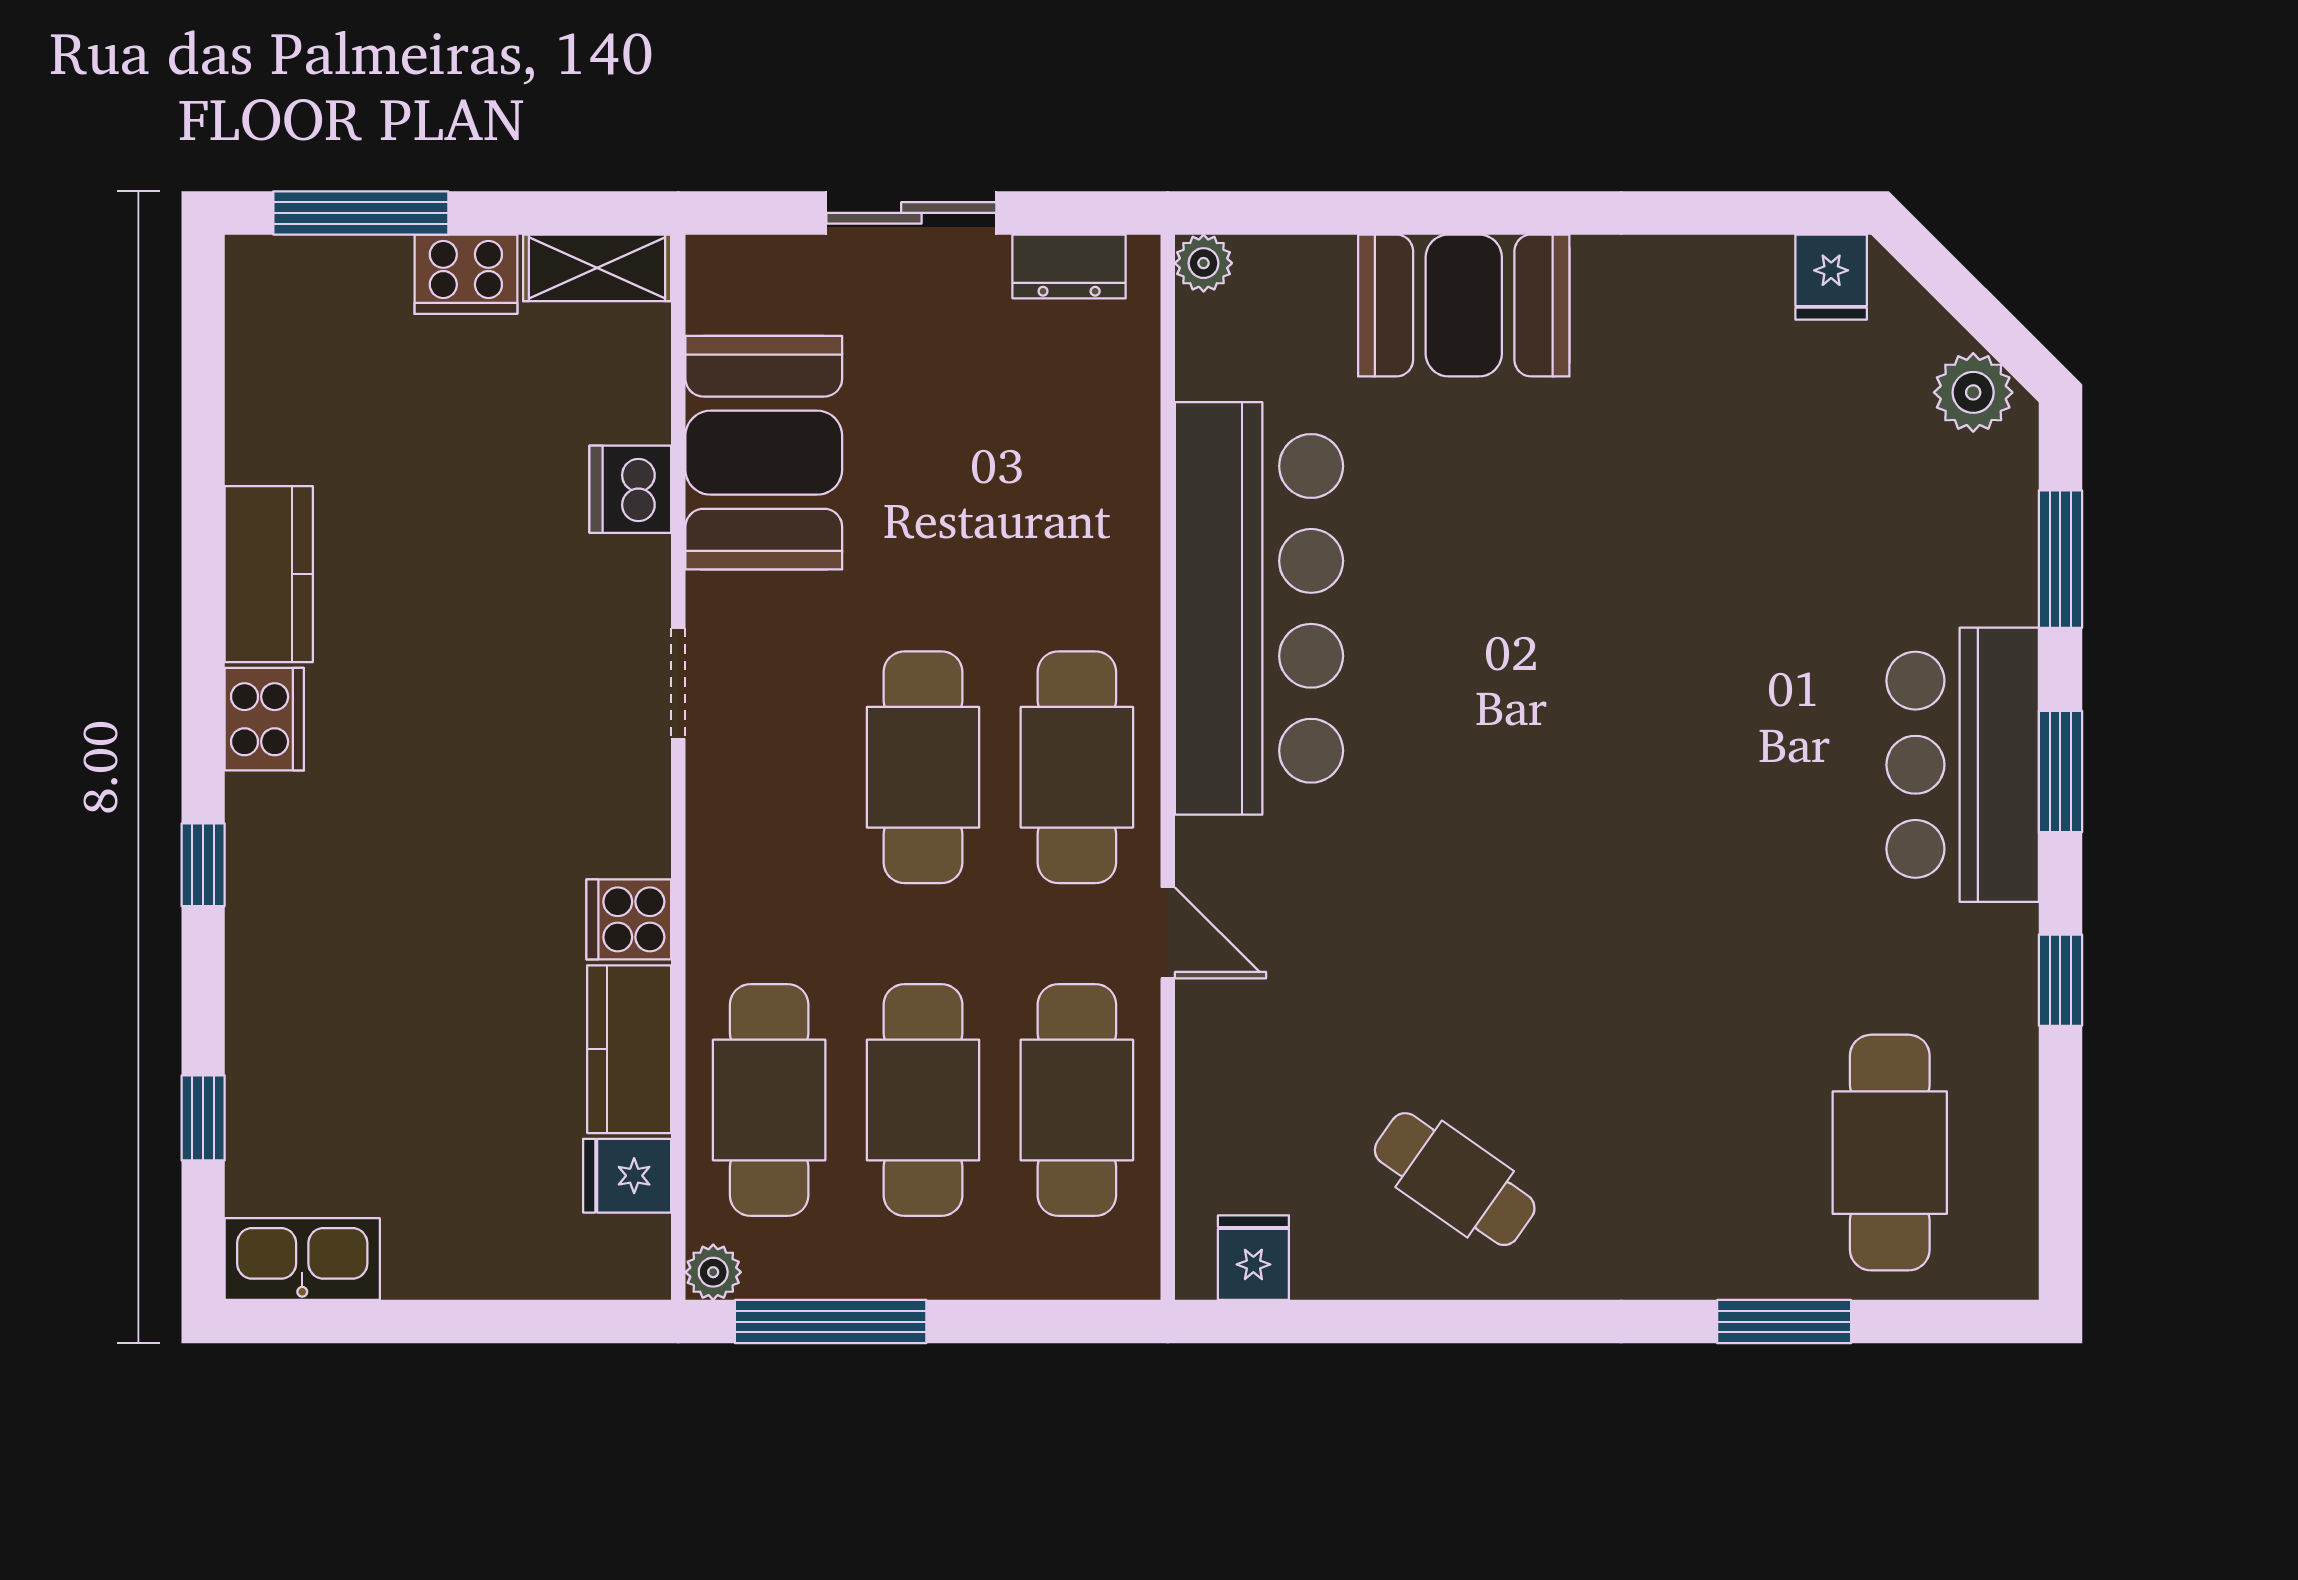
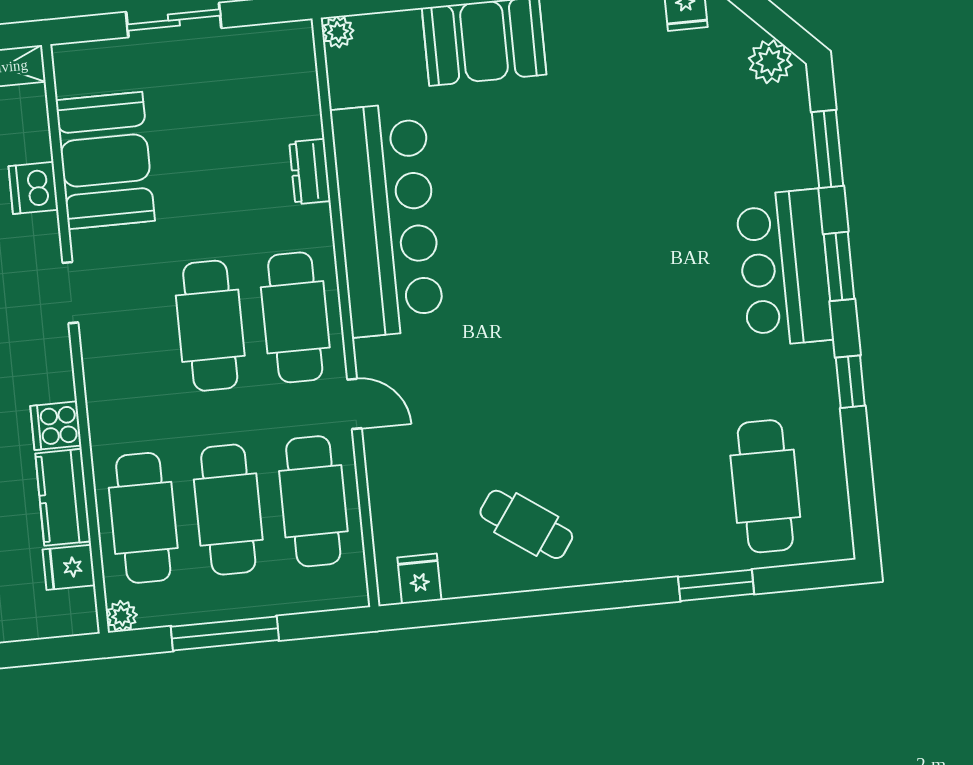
dresser: (1069, 266) -> (310, 172), moved, turned 90
window: (831, 1322) -> (225, 633), moved

